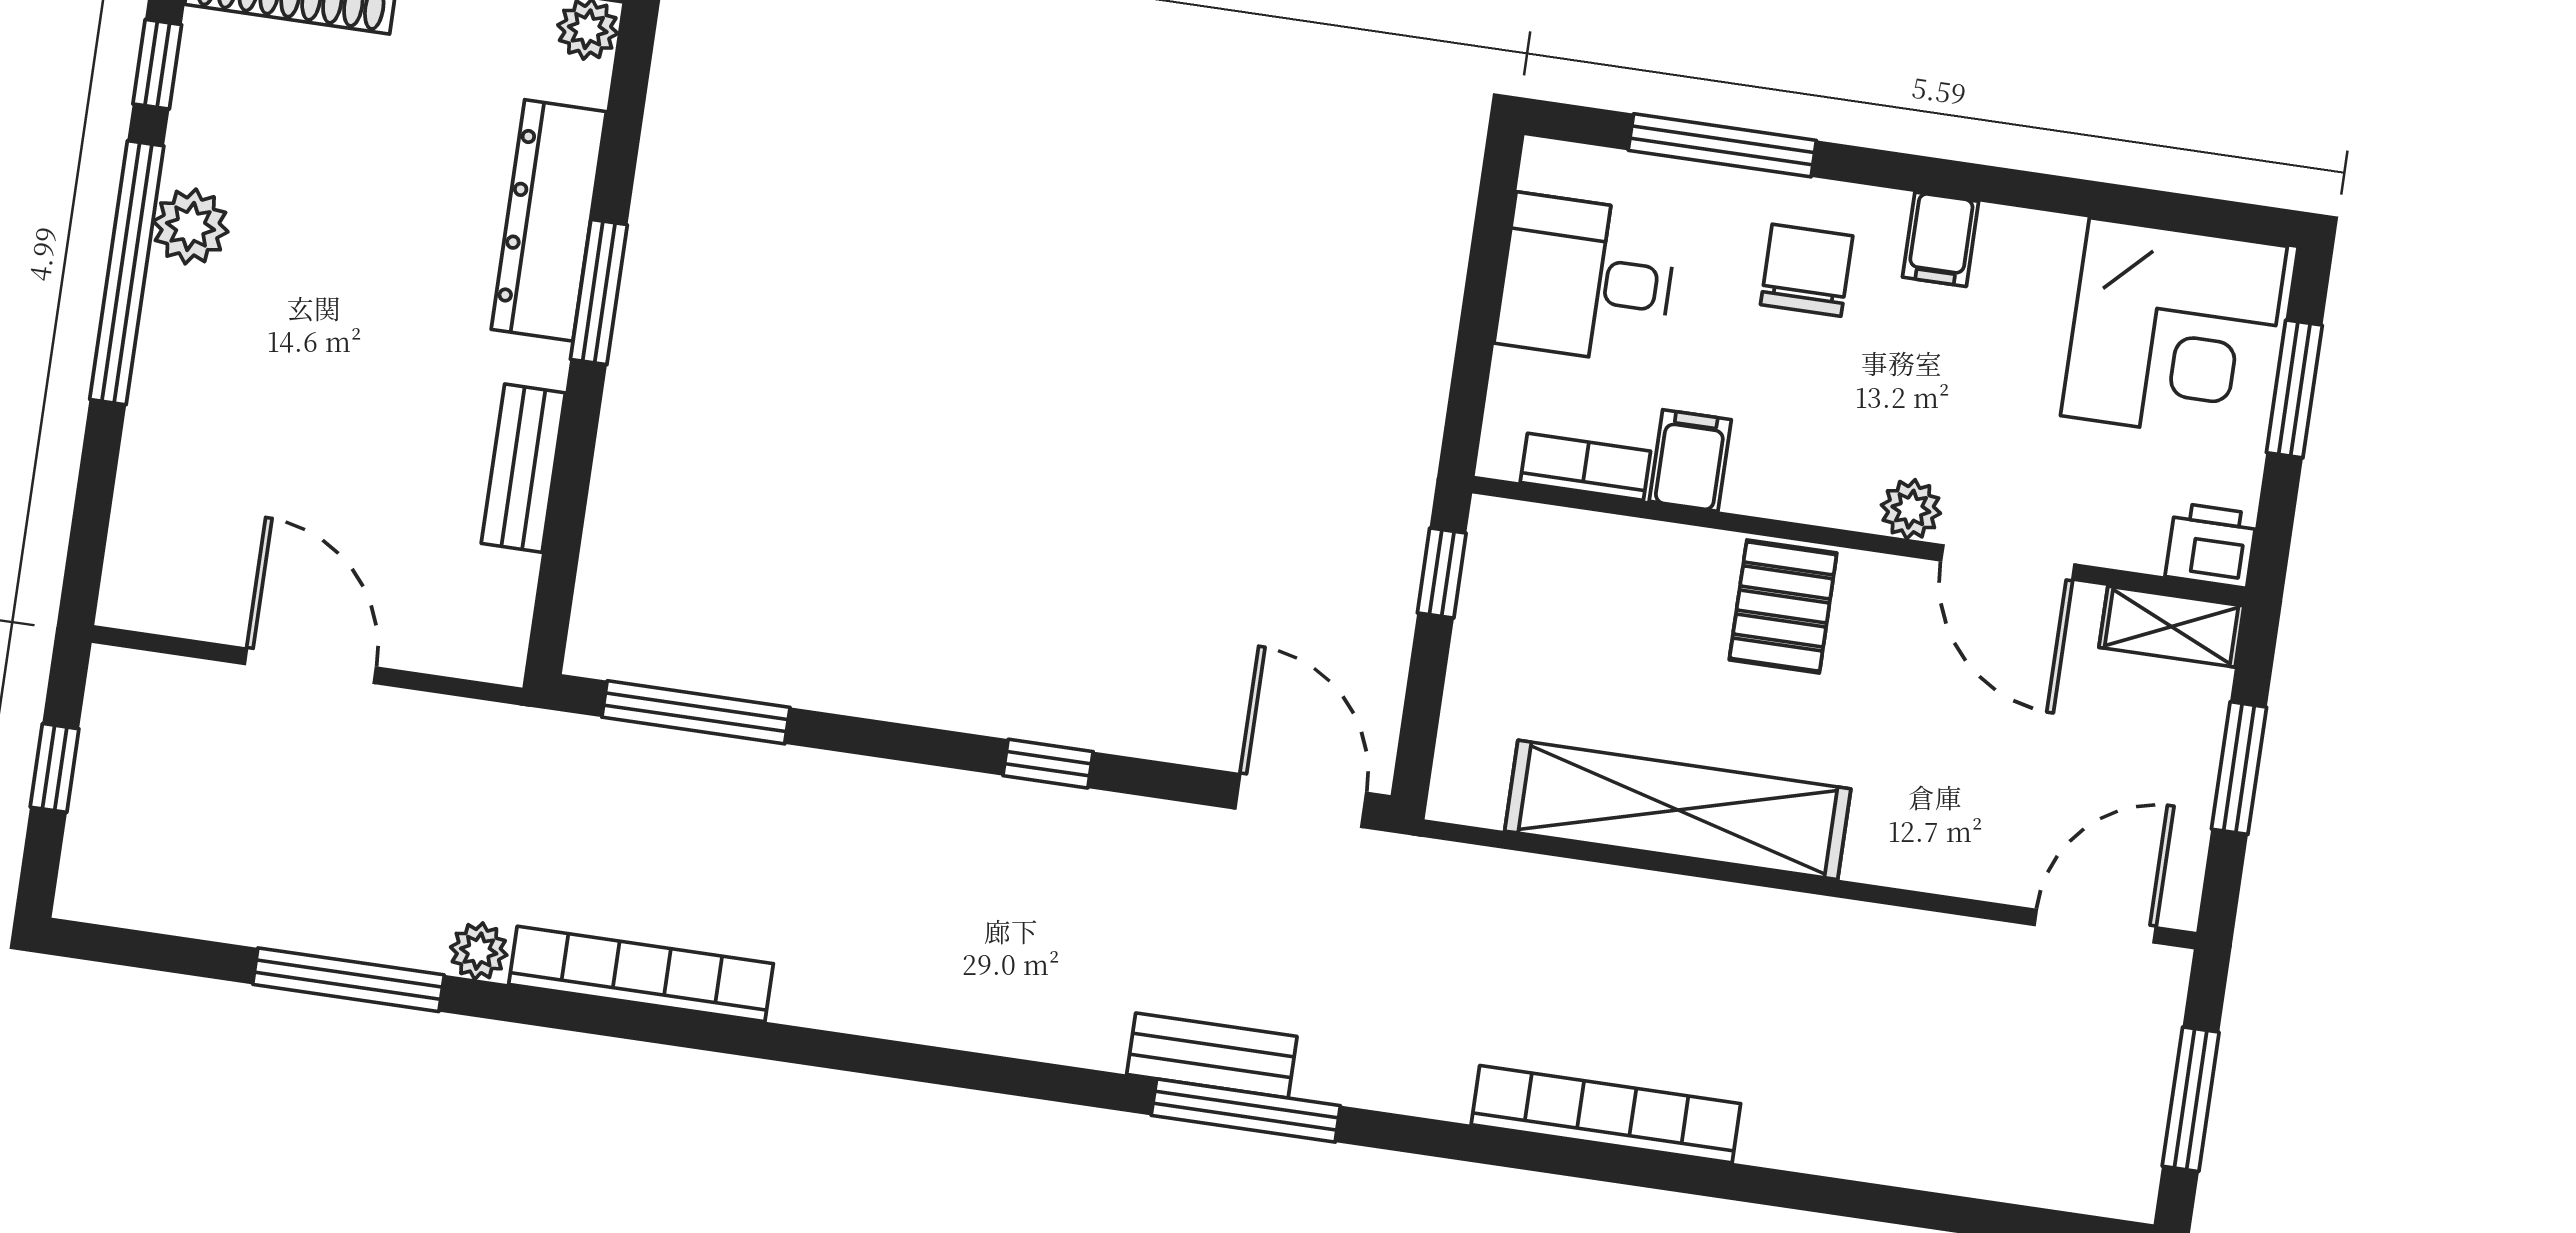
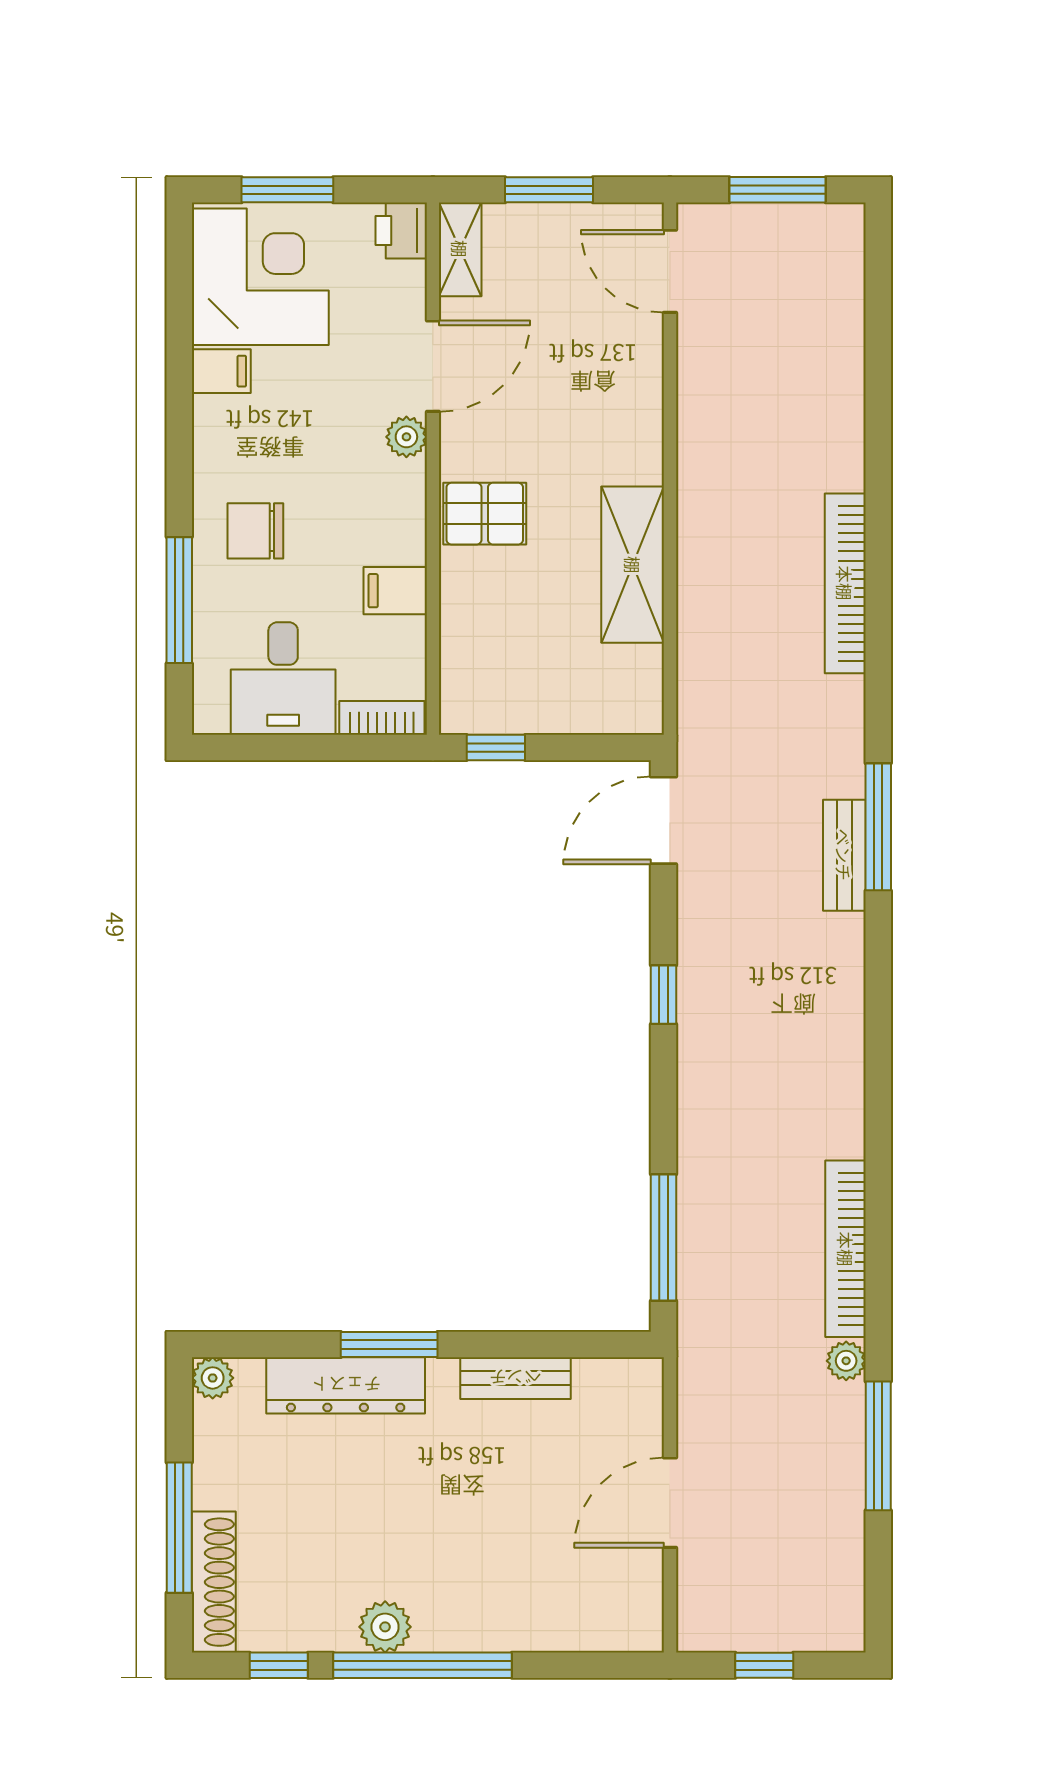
filing cabinet: (1941, 239) -> (221, 371), moved
bookcase: (1585, 467) -> (382, 718), moved, turned 90
shelving: (1678, 810) -> (633, 565), width x0.68

